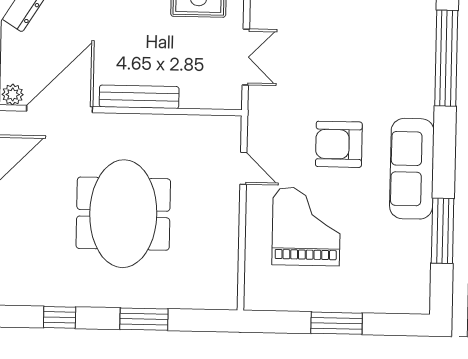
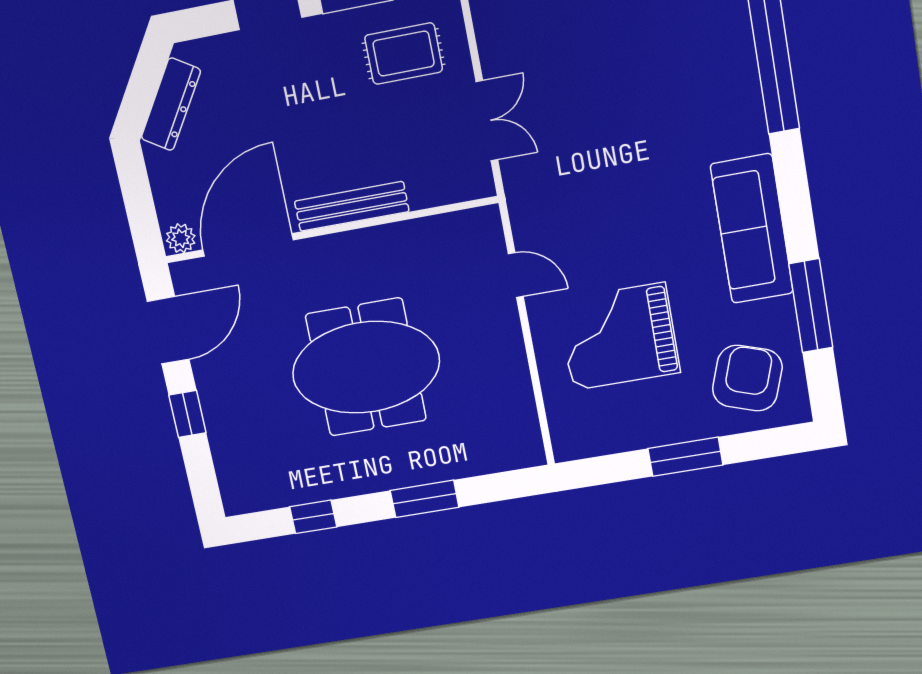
armchair: (339, 144) -> (747, 378), moved, turned 109
meeting table: (123, 214) -> (366, 367), turned 90
grand piano: (306, 227) -> (619, 337), turned -90

